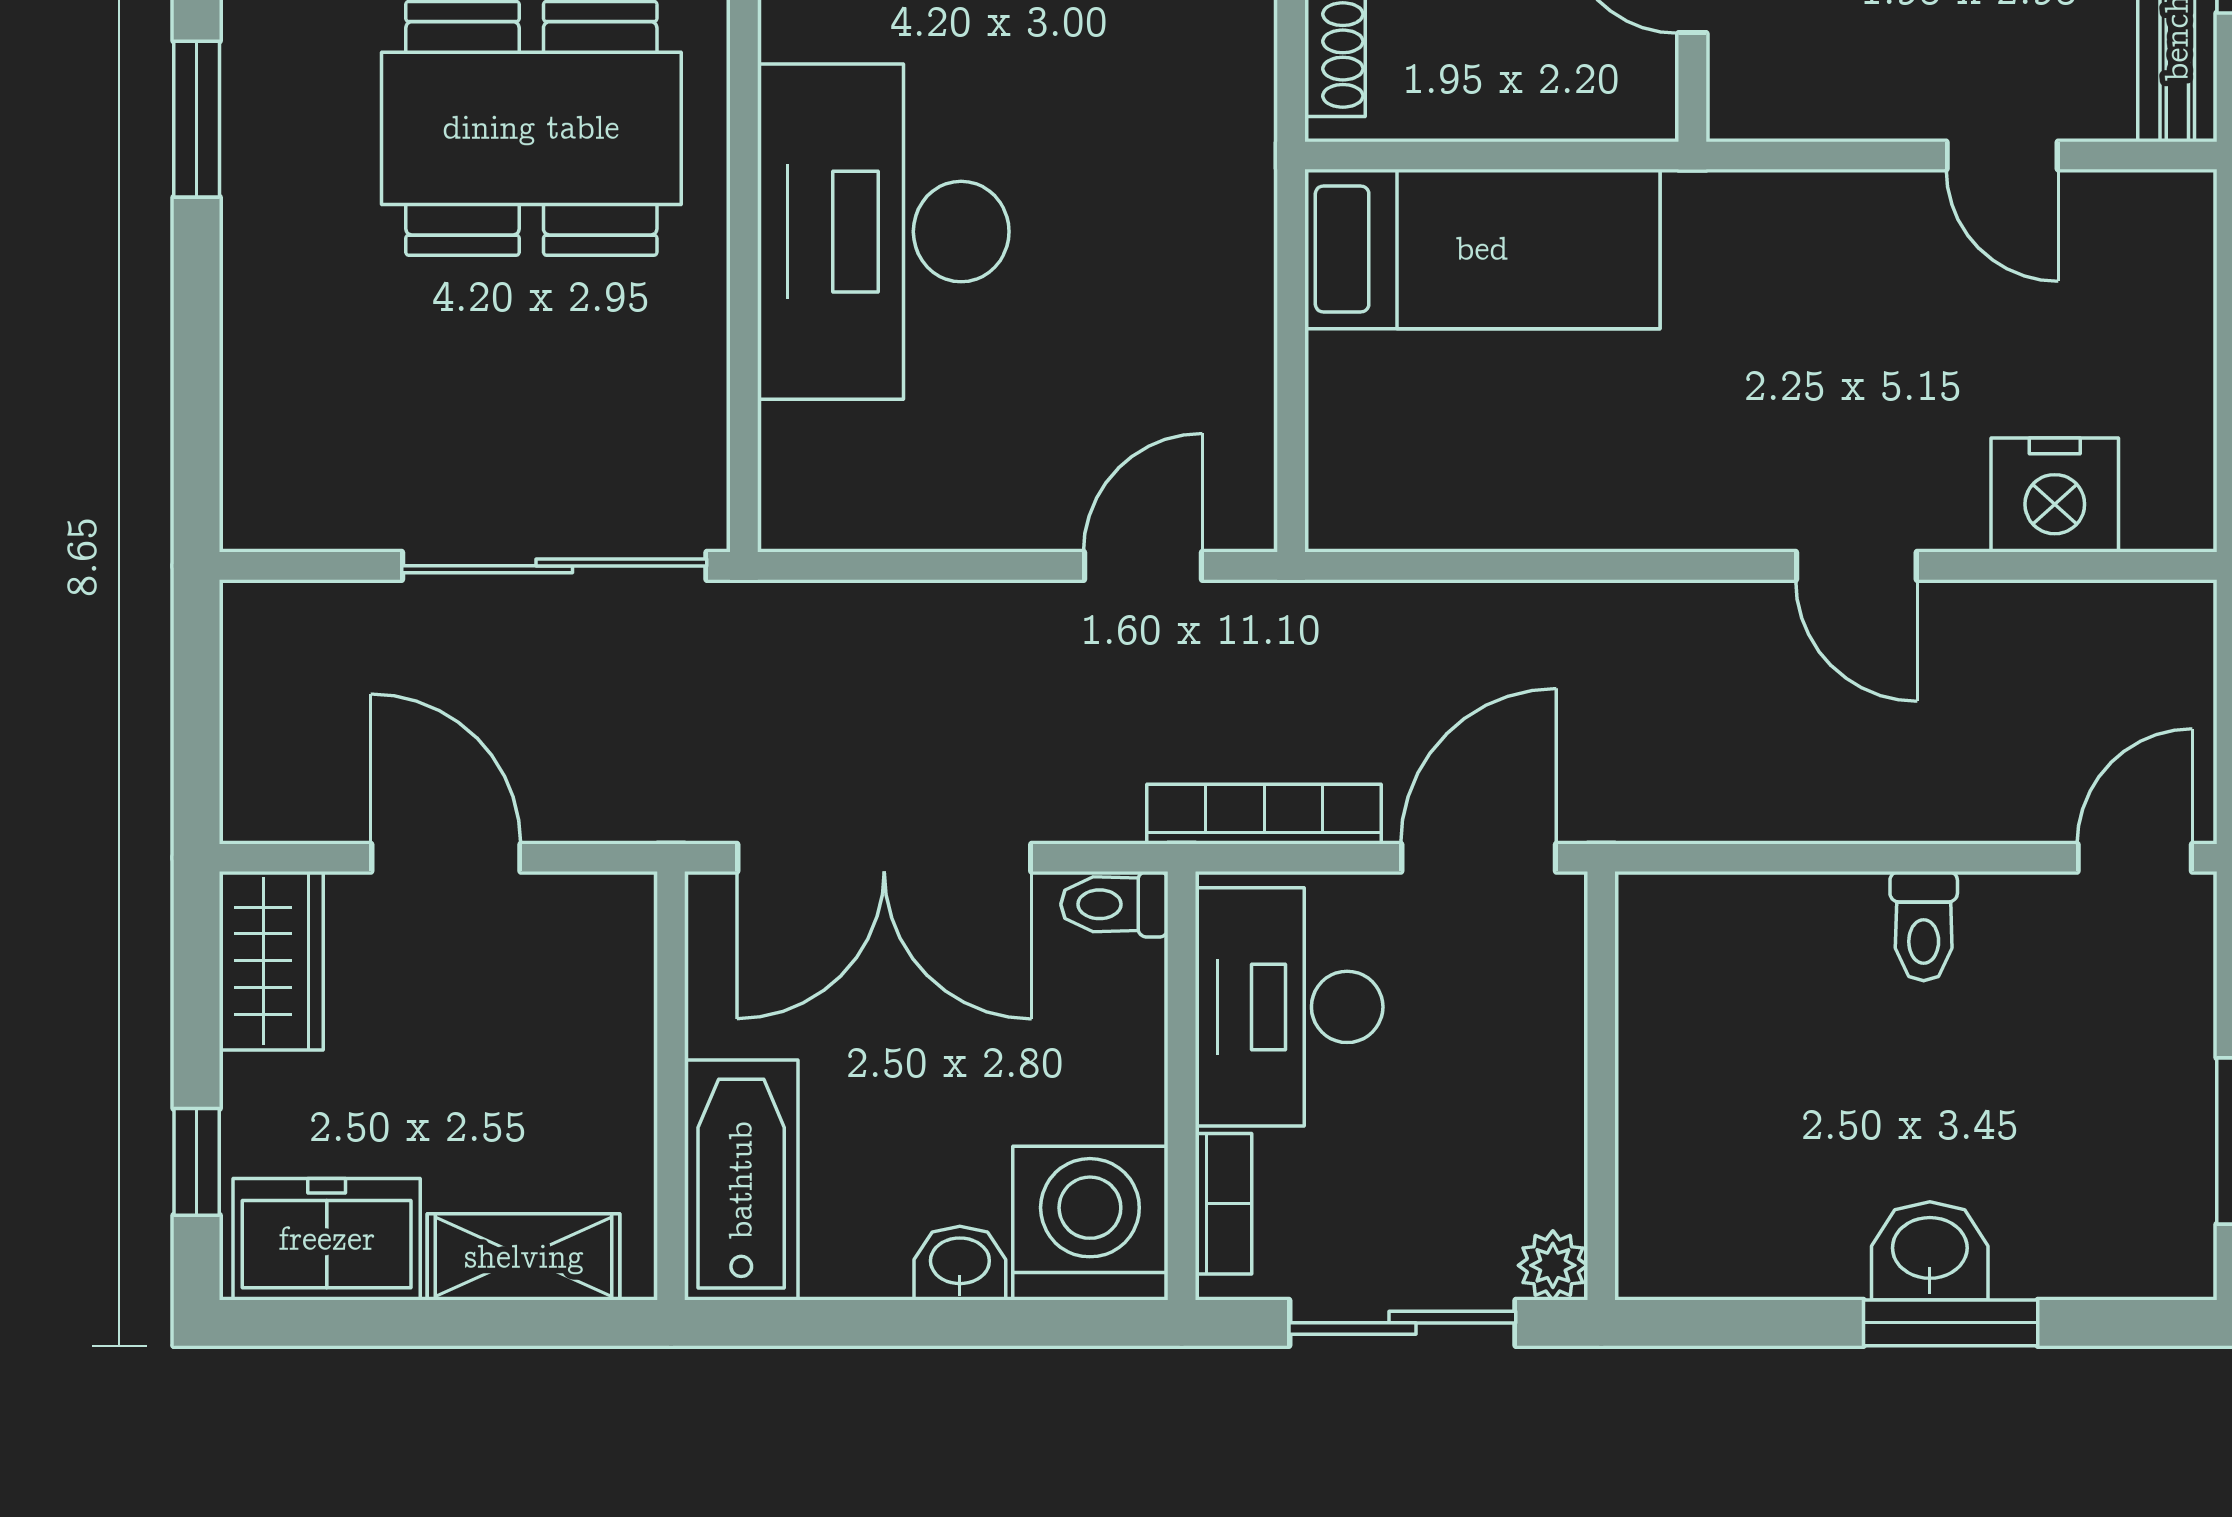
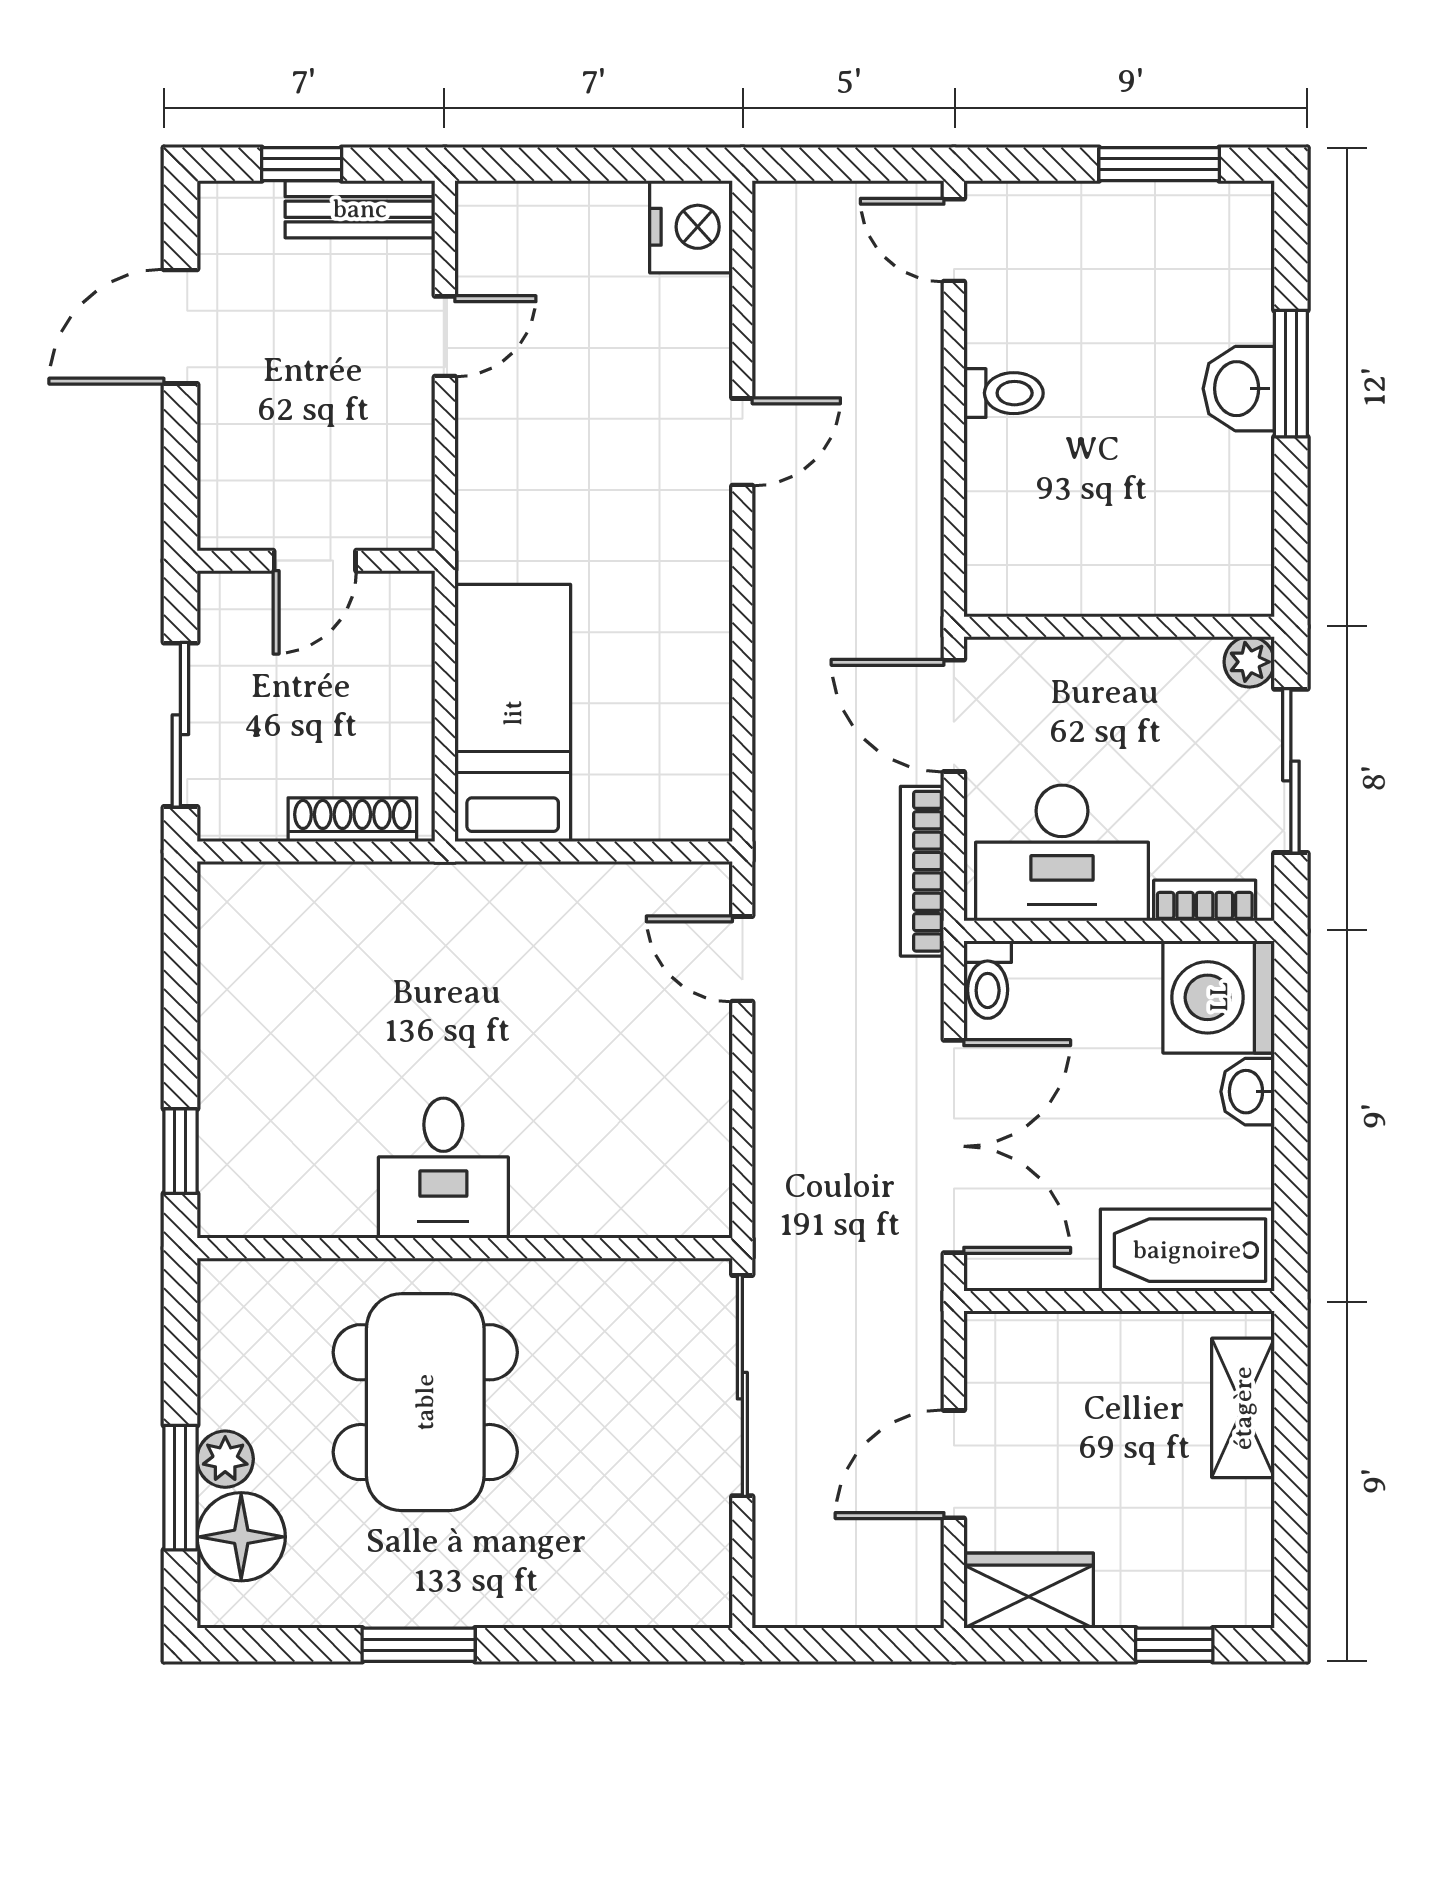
desk: (883, 232) -> (443, 1168), width x0.53, depth x0.77
nightstand: (2055, 495) -> (691, 227), moved
freezer: (327, 1239) -> (1230, 1551), removed

